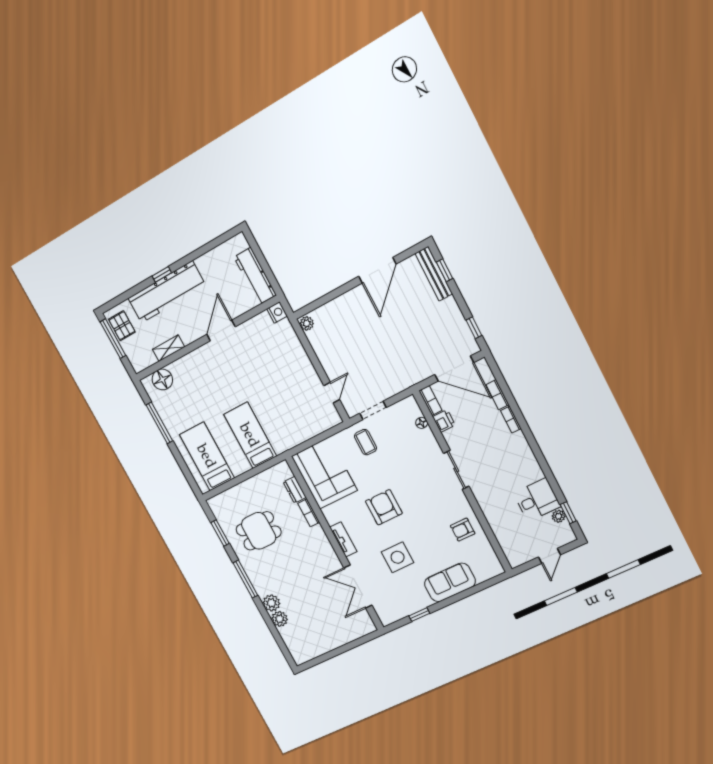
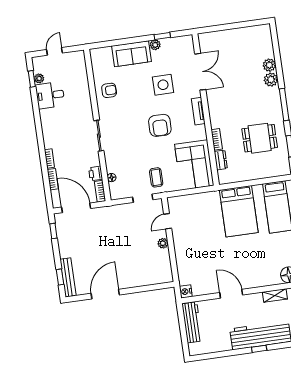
plant: (307, 323) -> (163, 243), moved
door: (221, 331) -> (231, 294), swing flipped
bed: (250, 435) -> (239, 211), width x1.50
plant: (424, 602) -> (155, 45), added

